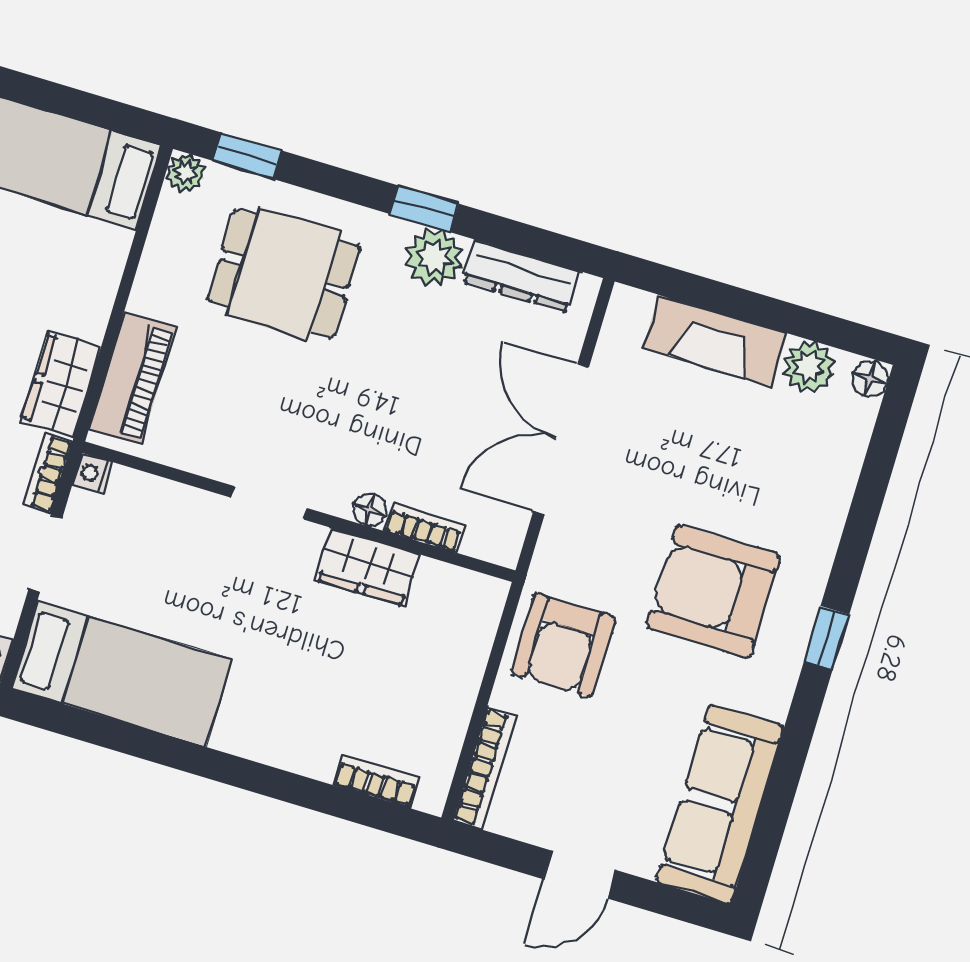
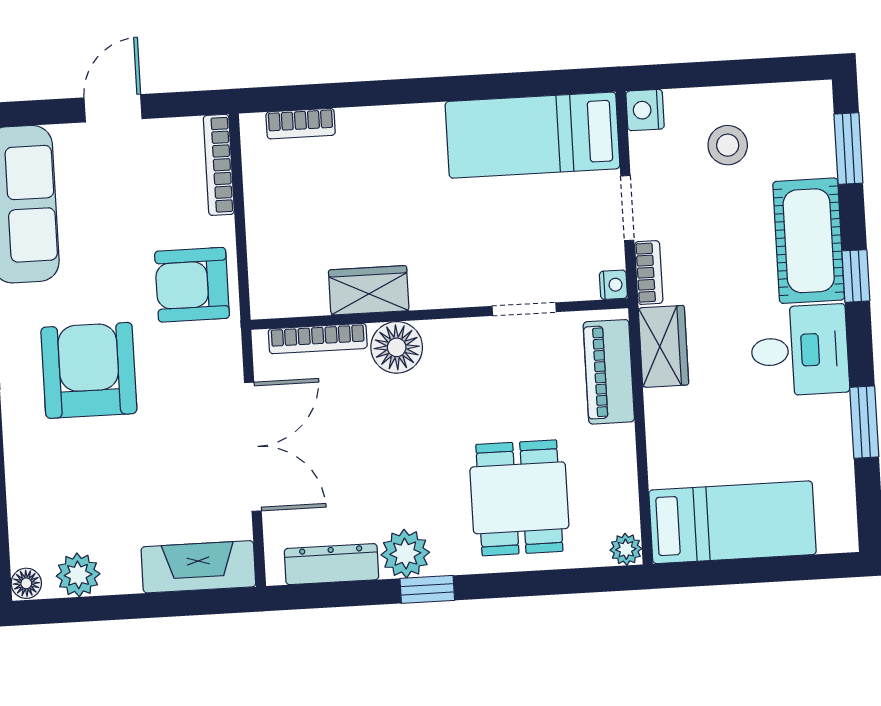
window: (247, 156) -> (582, 580), removed
dining table: (284, 274) -> (519, 498), turned 90
fireplace: (715, 340) -> (198, 567), moved
doorway: (269, 503) -> (524, 309), moved
floor lamp: (370, 510) -> (397, 347), width x1.89, depth x1.89
bookcase: (424, 528) -> (318, 339), width x1.56
armchair: (713, 591) -> (89, 370), turned -90
armchair: (563, 645) -> (192, 285), turned -90

